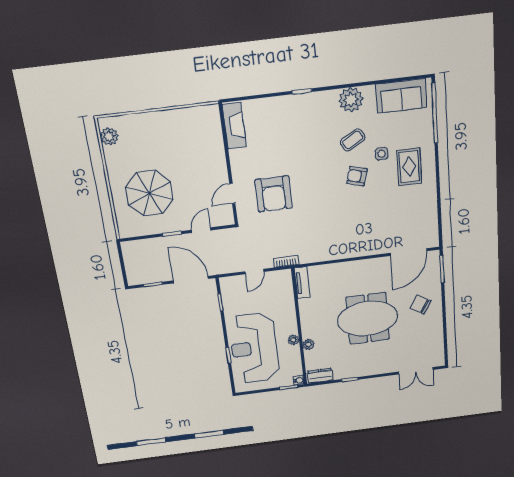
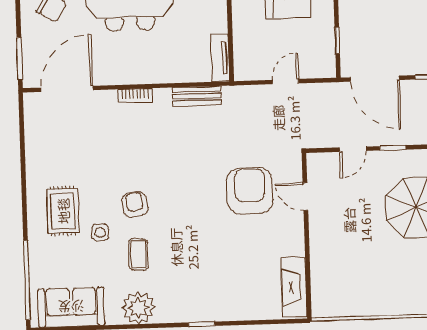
coffee table: (353, 140) -> (138, 255), turned -60
armchair: (357, 176) -> (135, 205), turned -116
door: (232, 193) -> (305, 197), swing flipped
bench: (317, 256) -> (197, 96), added
bookcase: (286, 261) -> (135, 96), moved

